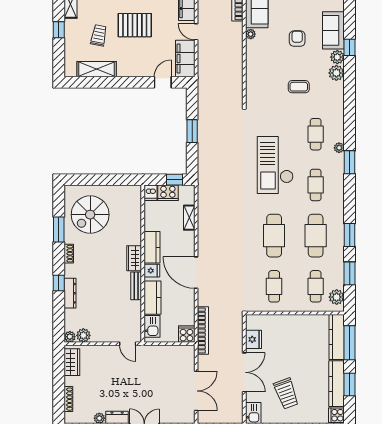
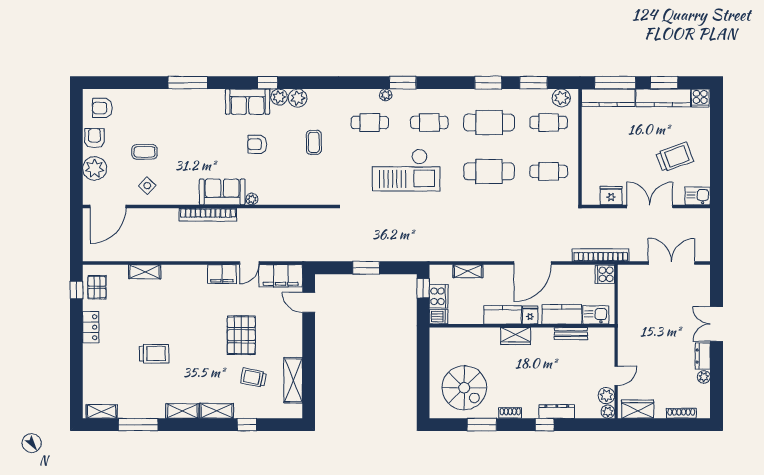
bench: (136, 286) -> (571, 334), moved
door: (128, 344) -> (616, 376), moved

